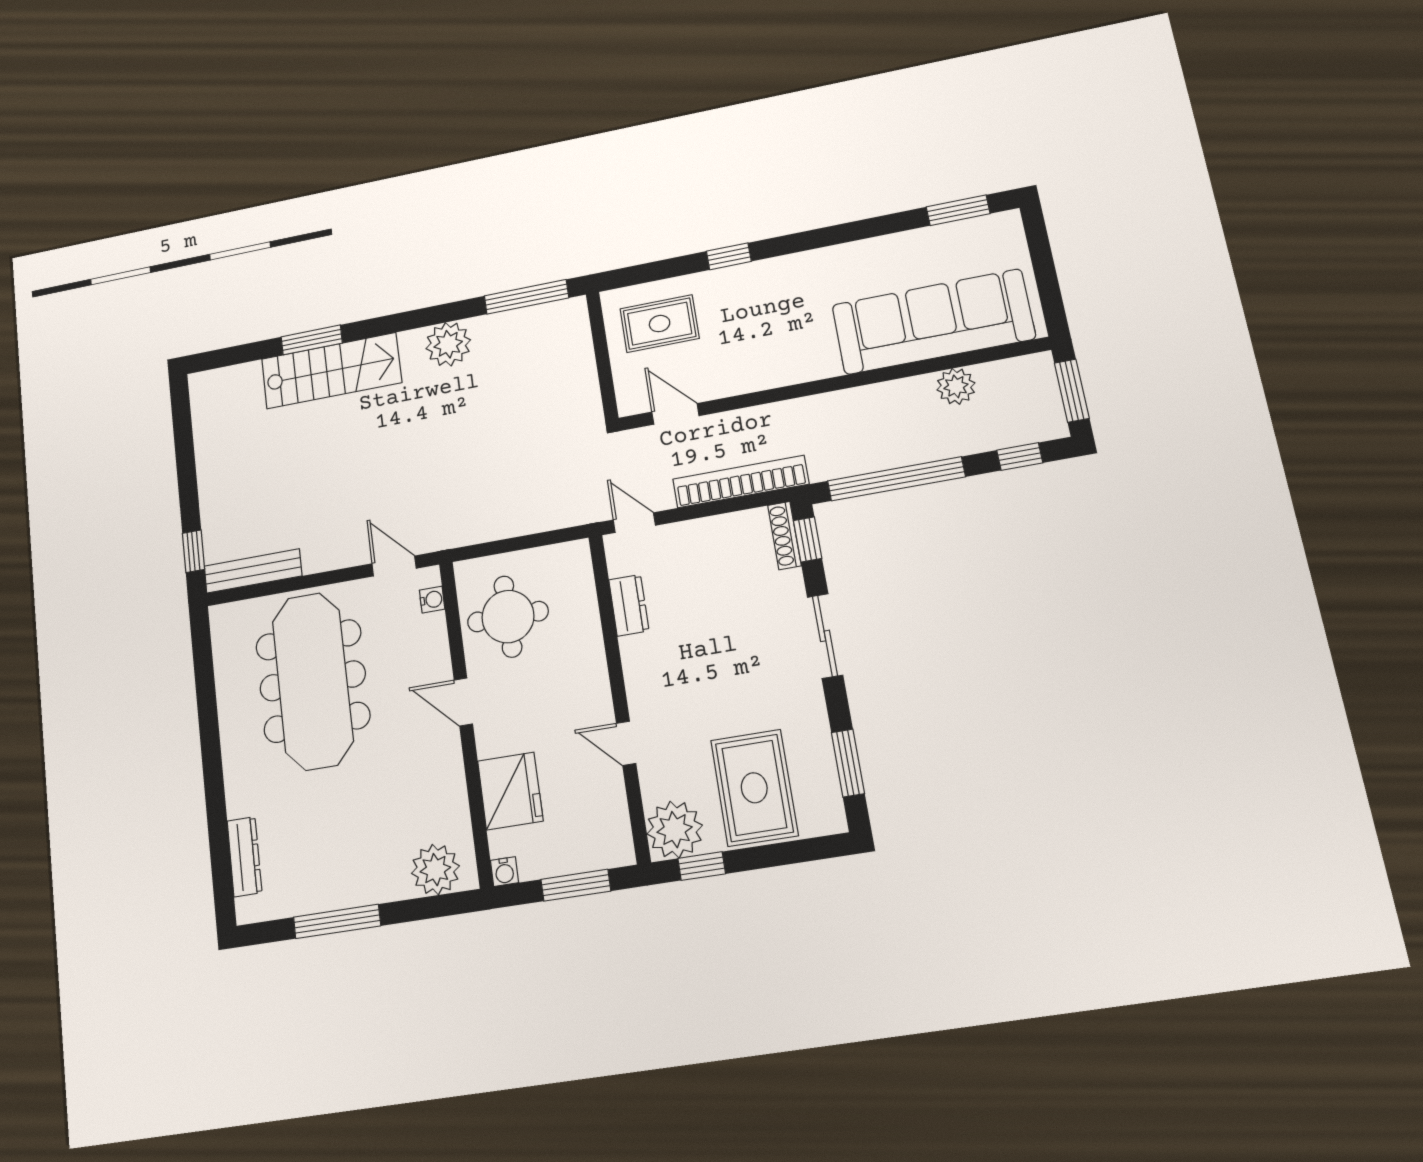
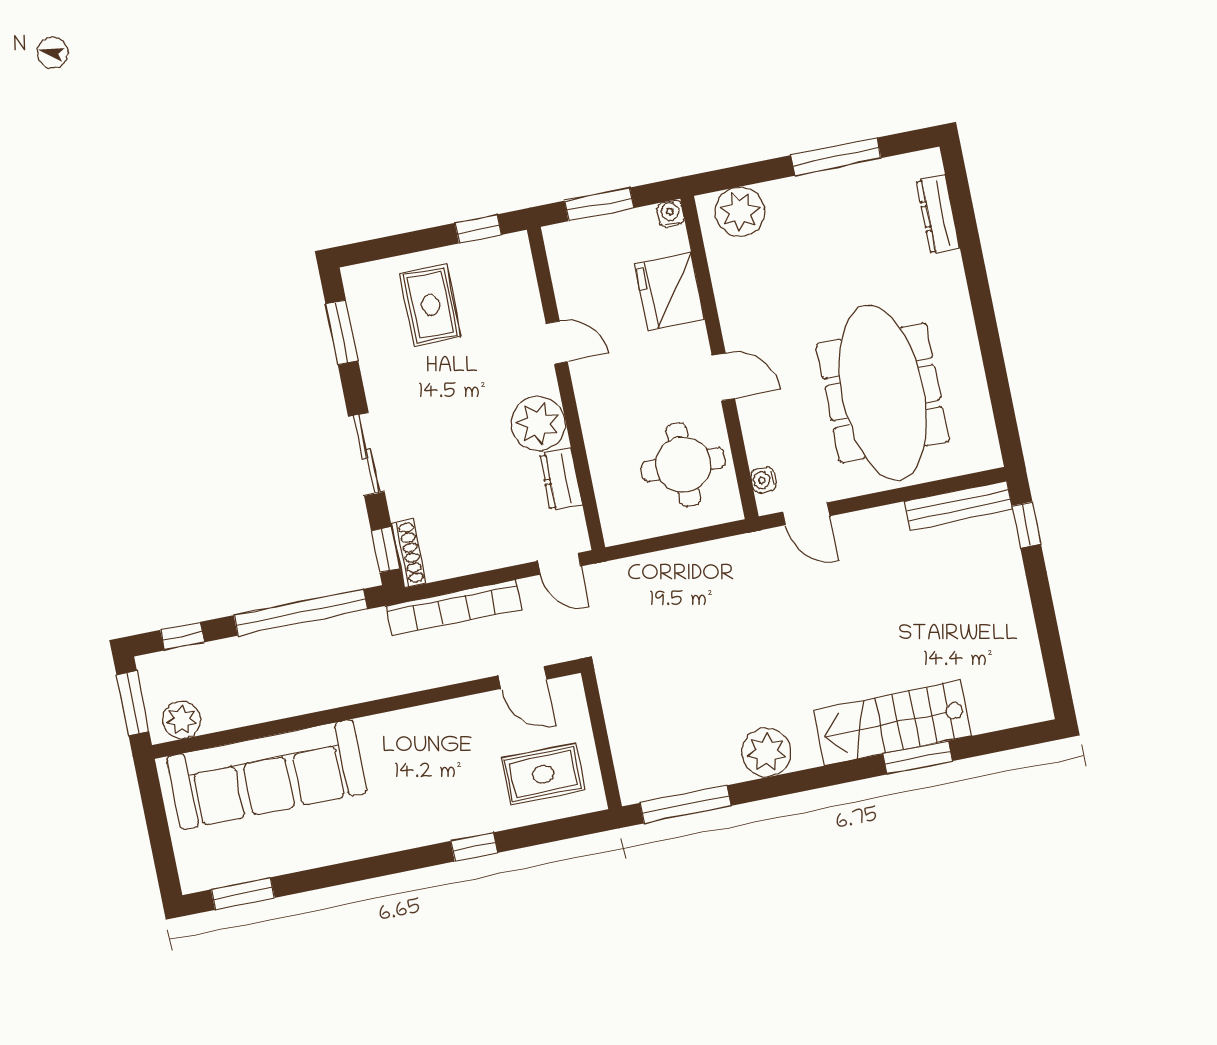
plant: (956, 386) -> (181, 720), moved
rug: (754, 788) -> (430, 305), width x0.73, depth x0.70
plant: (675, 830) -> (538, 424), moved

